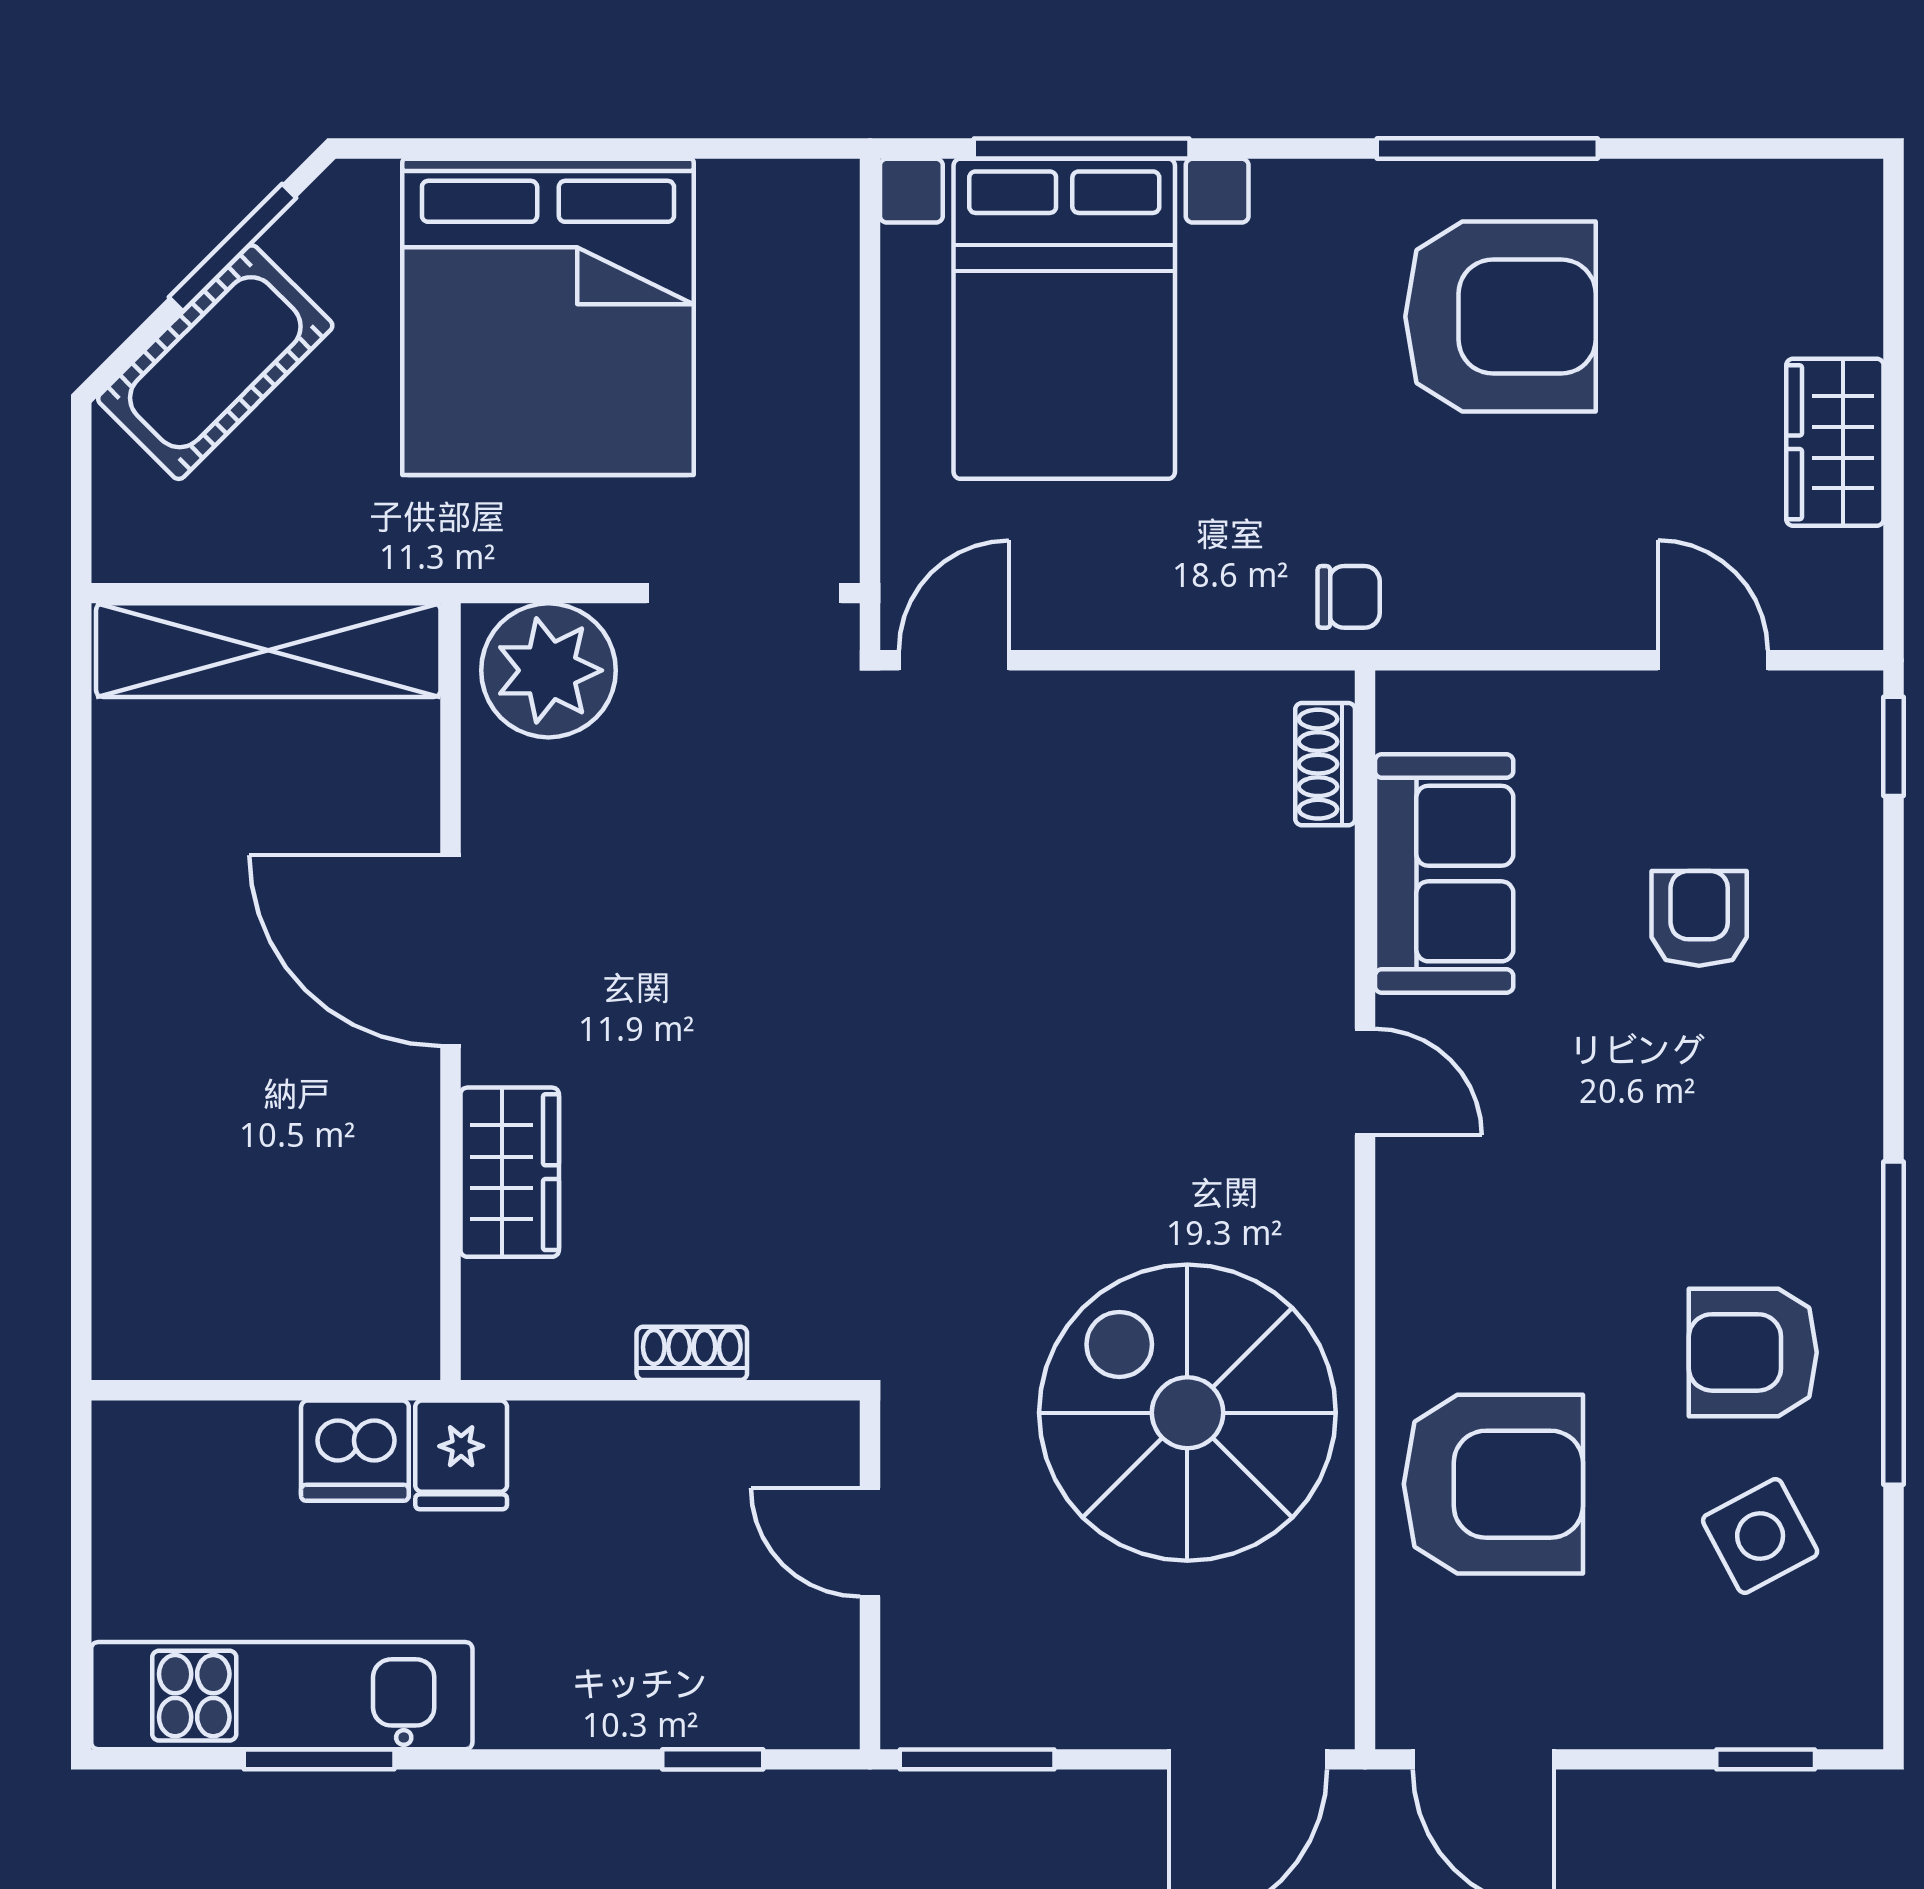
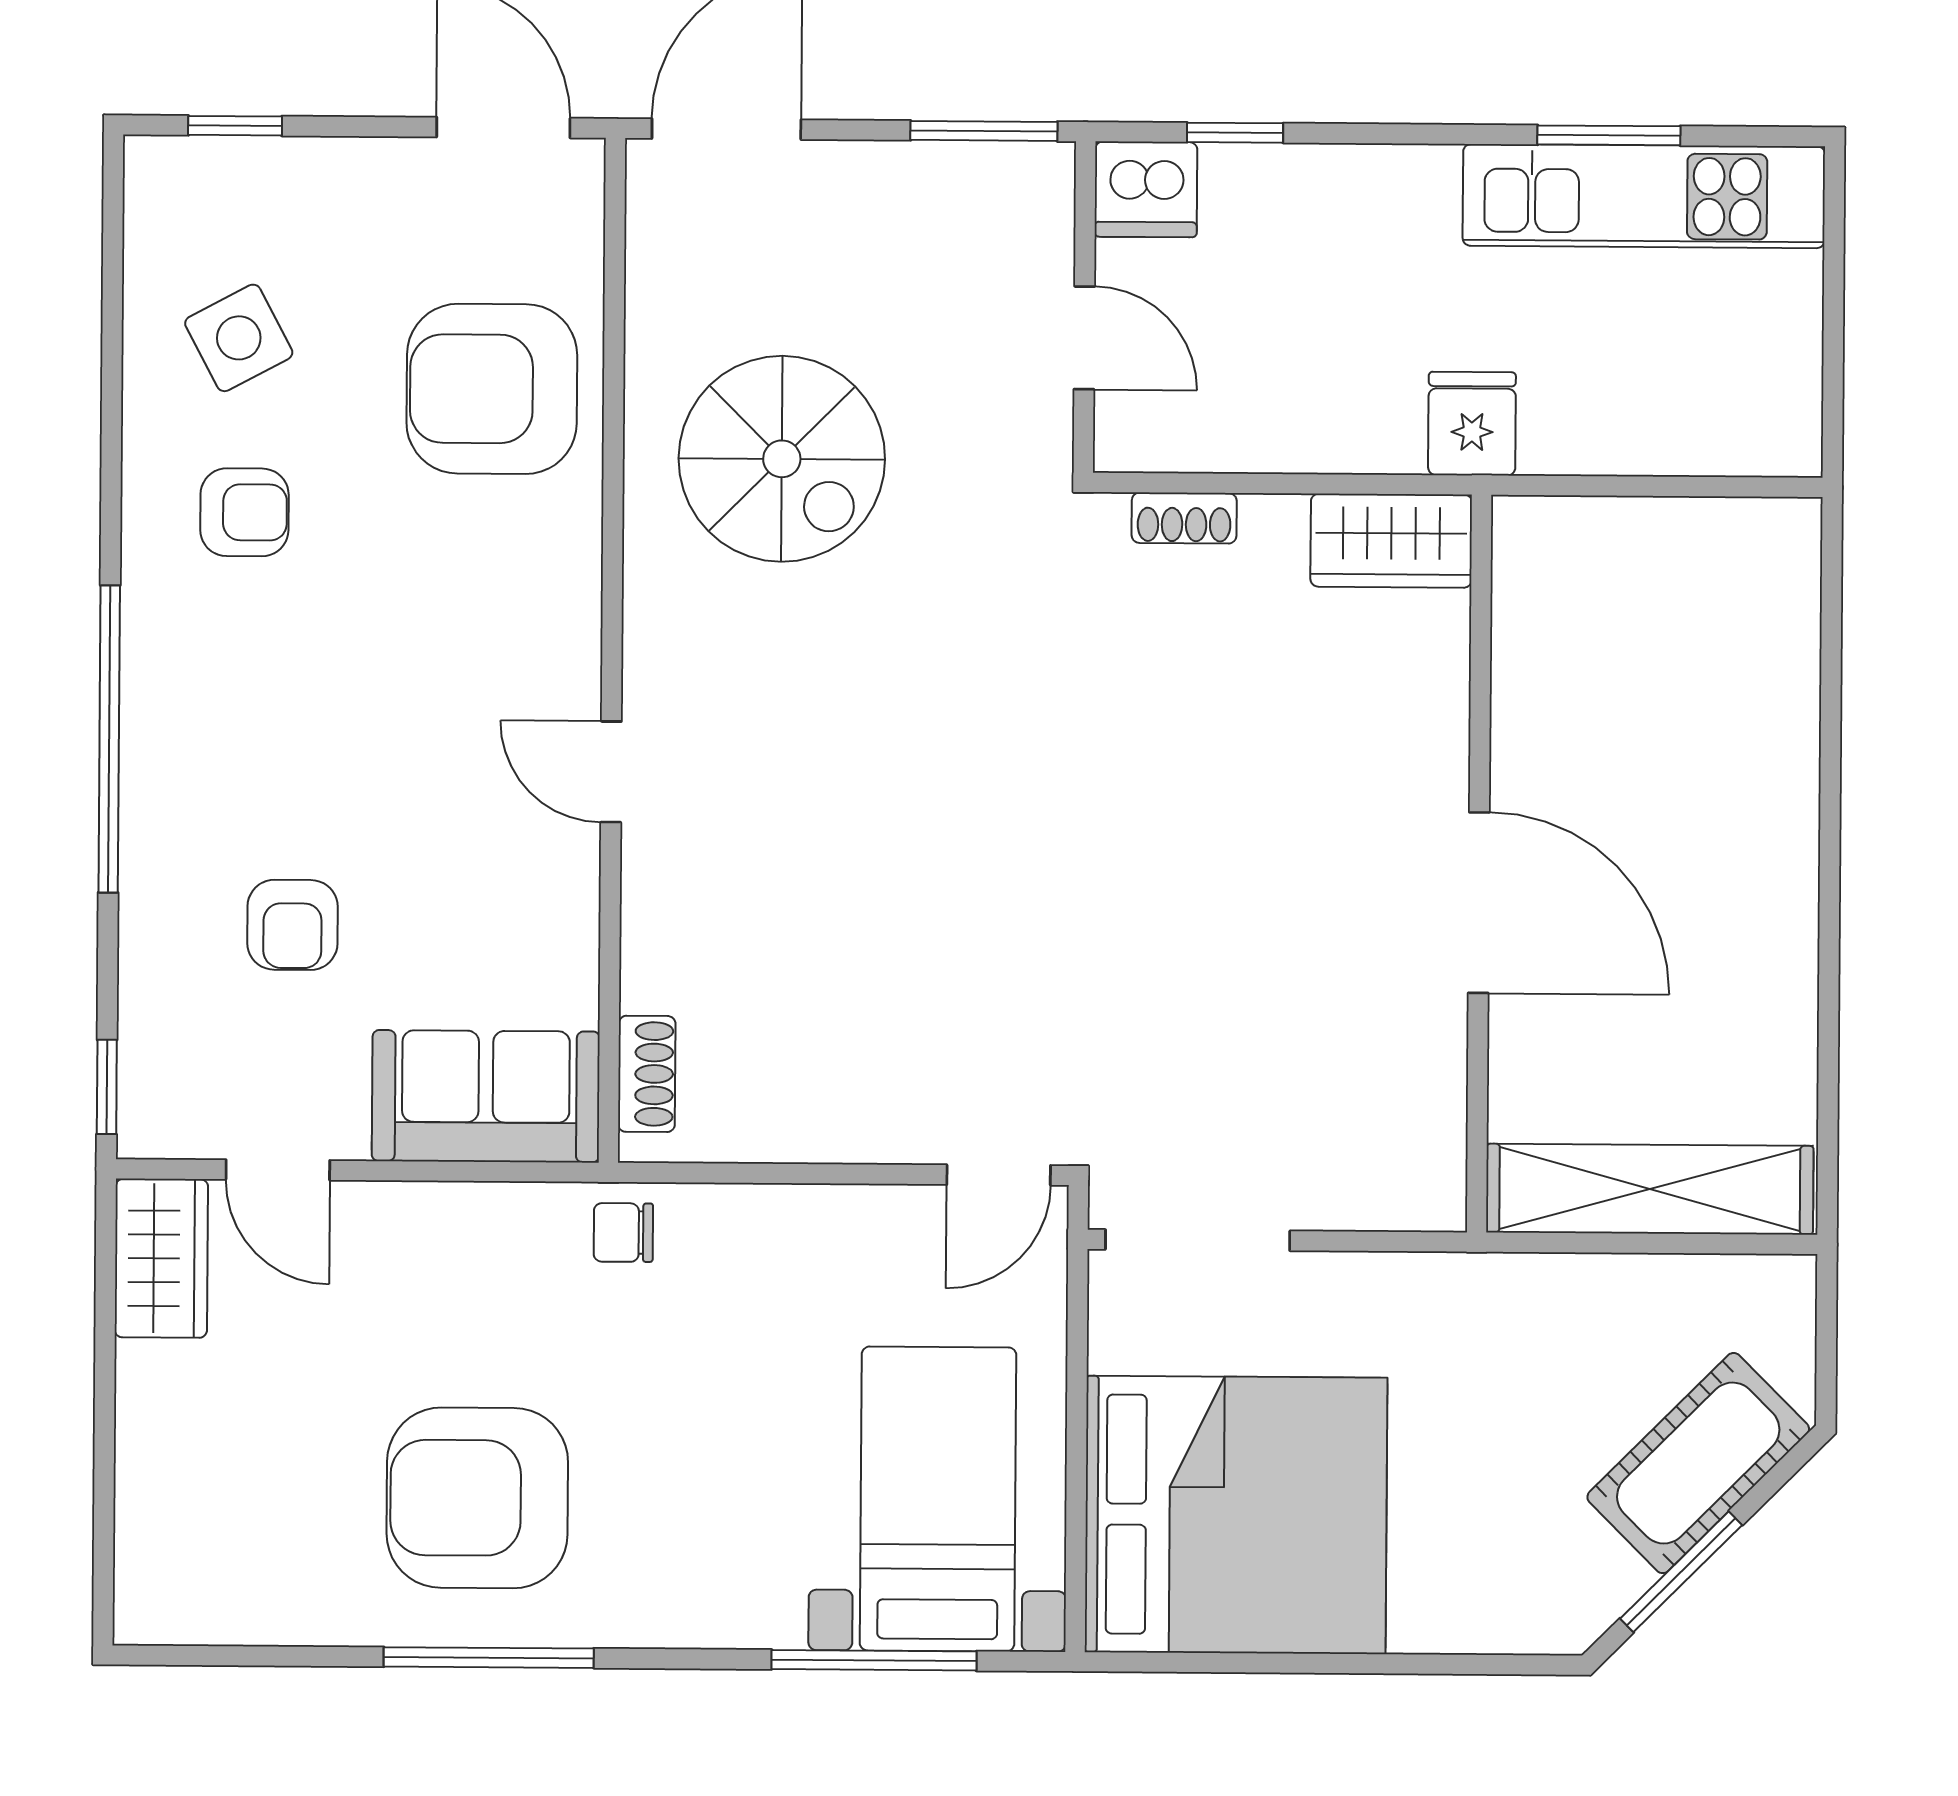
bed: (548, 317) -> (1236, 1515), moved, turned 90
bed with nightstands: (1064, 319) -> (938, 1499), width x0.73
wardrobe: (1835, 442) -> (161, 1258), moved
plant: (548, 670) -> (1384, 1168), removed
sofa: (1444, 874) -> (486, 1096), moved, turned 90
wardrobe: (510, 1172) -> (1391, 541), moved, turned -90
window: (1894, 1323) -> (109, 739), moved
armchair: (1753, 1352) -> (244, 512), width x0.72, depth x0.72
shoe rack: (692, 1353) -> (1184, 518), moved
spiral stairs: (1187, 1413) -> (782, 459), width x0.73, depth x0.73
dishwasher: (355, 1451) -> (1146, 189), moved, turned 180

